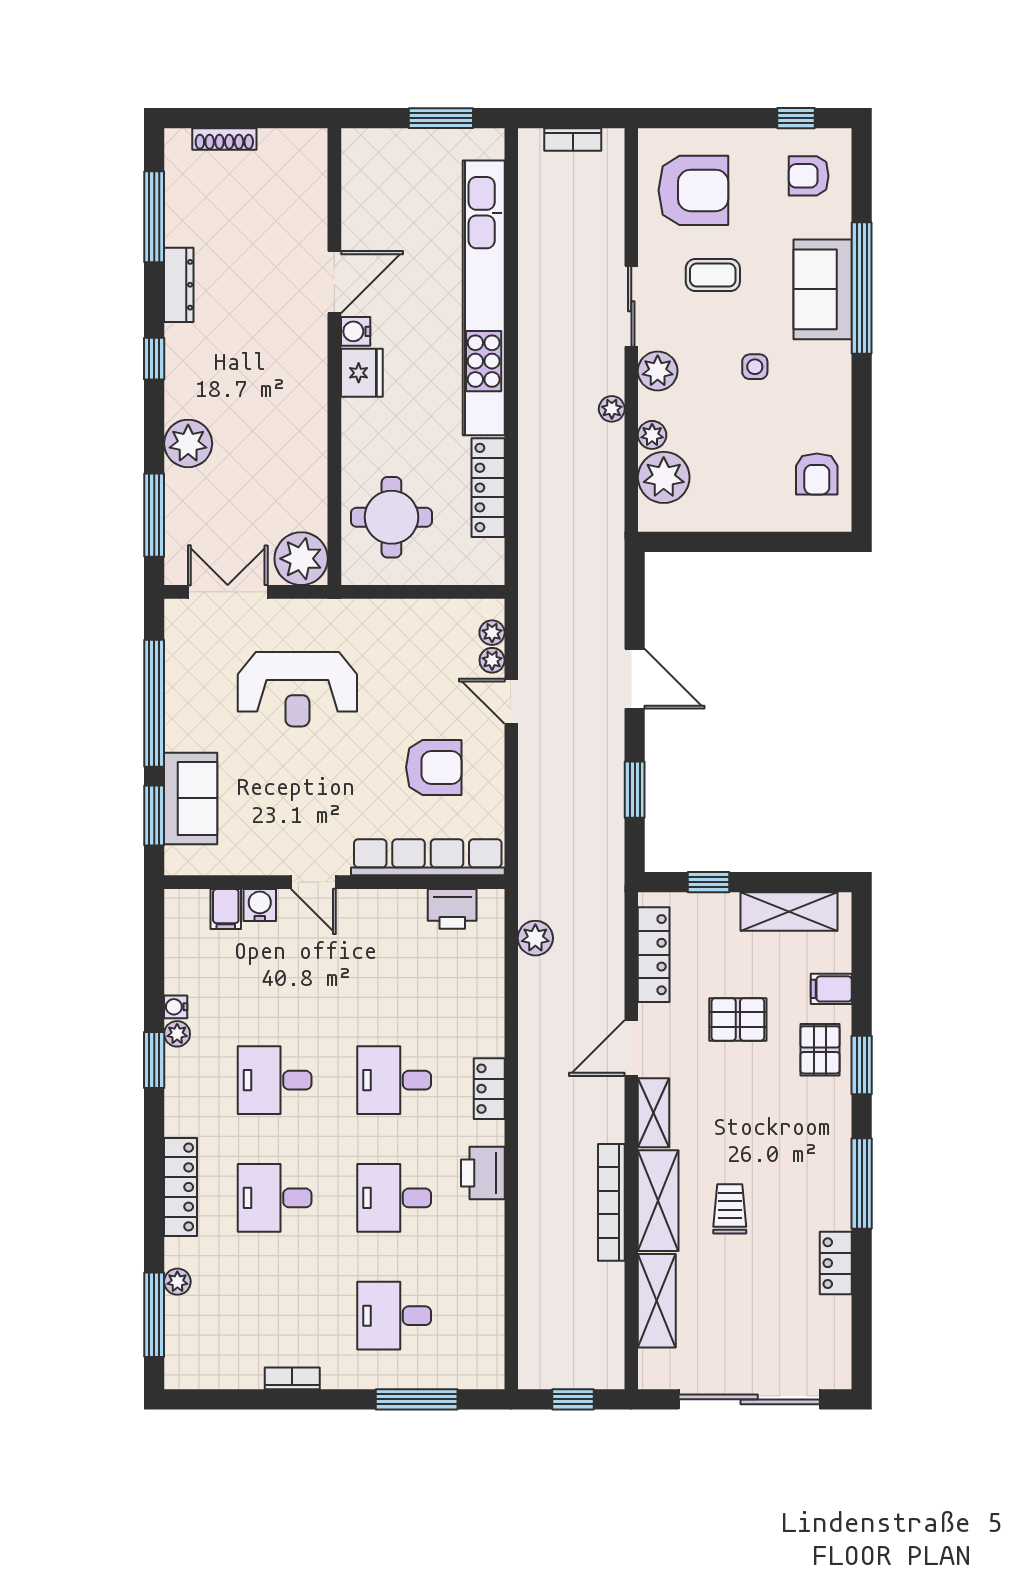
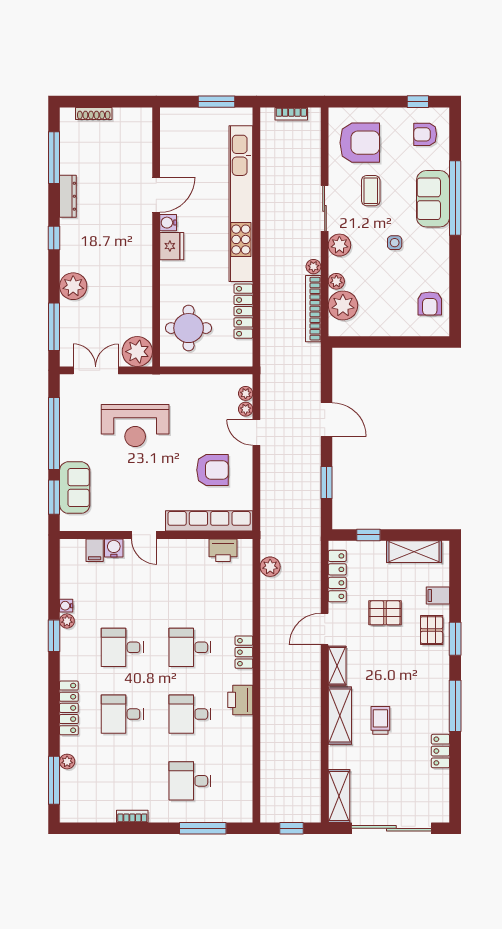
coffee table: (713, 275) -> (371, 191), turned 90
bookcase: (611, 1202) -> (313, 309), moved
shelving: (657, 1301) -> (339, 796), moved

